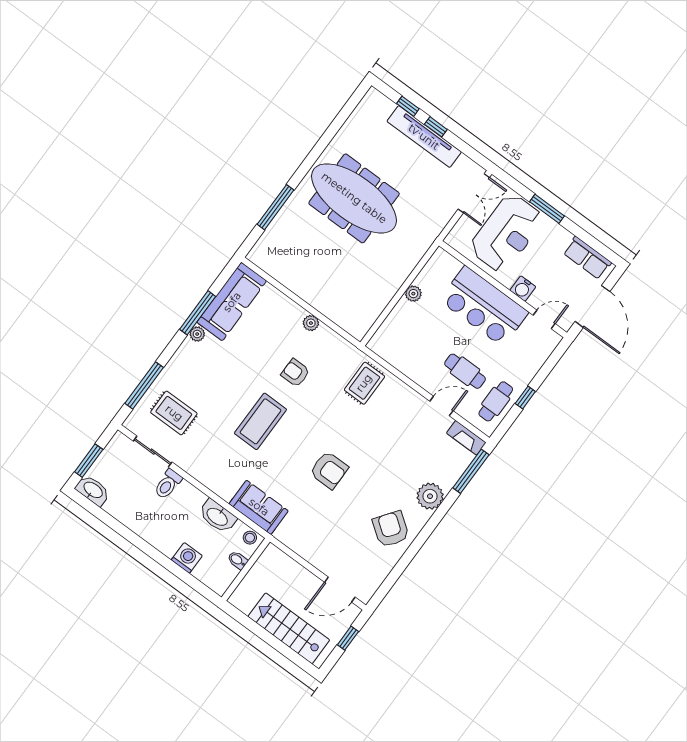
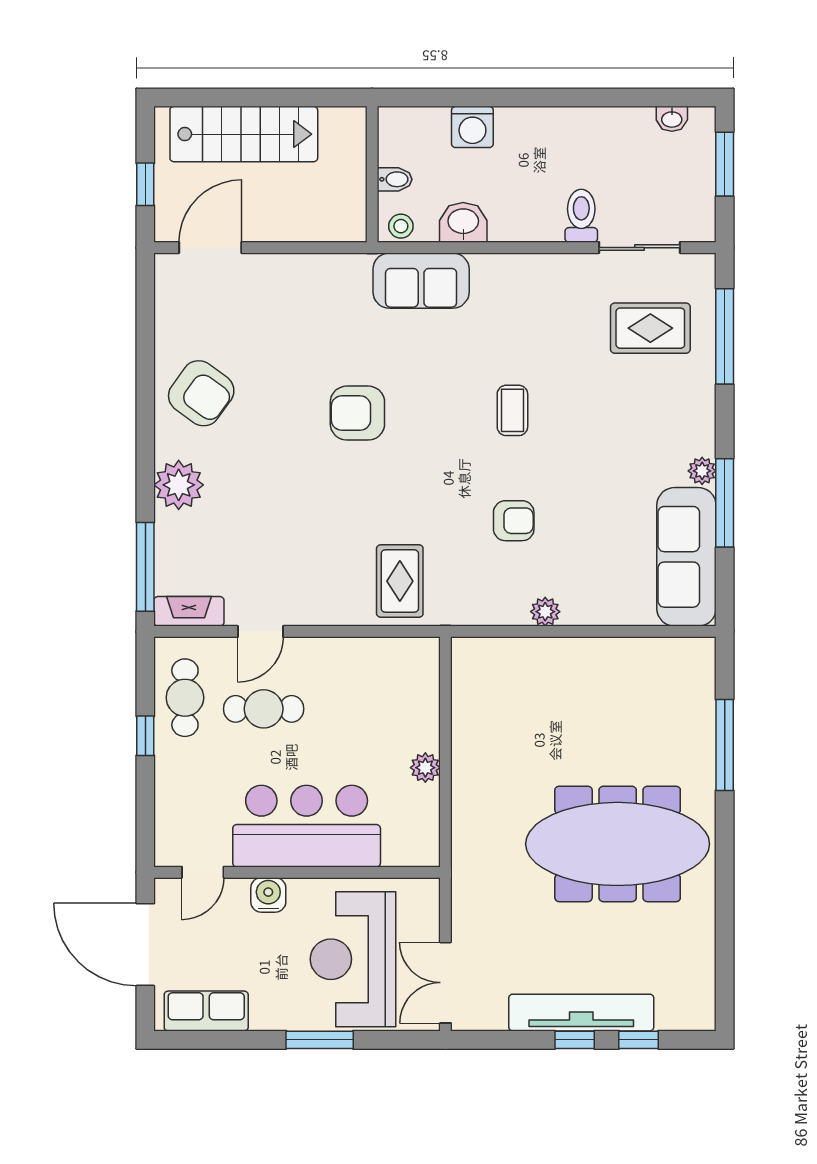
coffee table: (260, 421) -> (512, 410), width x0.54, depth x0.58
washbasin: (93, 490) -> (672, 119), width x0.52, depth x0.69
washbasin: (218, 516) -> (463, 222), width x0.72

